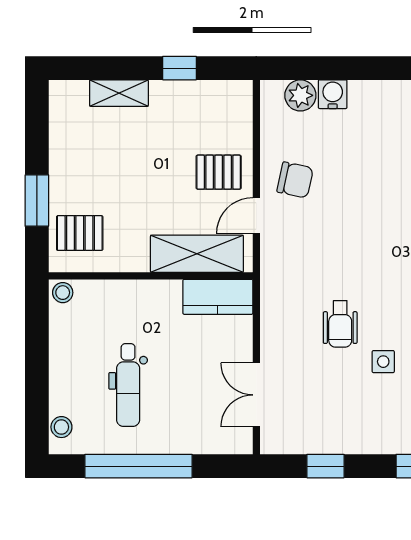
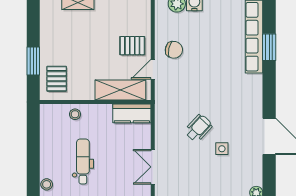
pallet: (80, 233) -> (57, 79), turned 90
stool: (63, 293) -> (75, 114), moved
wheelchair: (340, 324) -> (198, 128), turned -137
dental chair: (128, 385) -> (83, 161), turned 180

